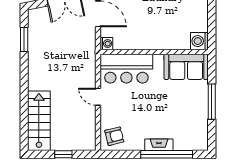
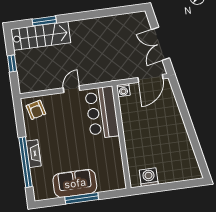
window: (24, 40) -> (44, 21), moved
washing machine: (199, 41) -> (149, 177), moved
sofa: (186, 67) -> (75, 183), moved, turned 90

